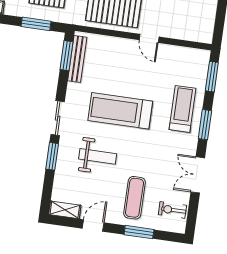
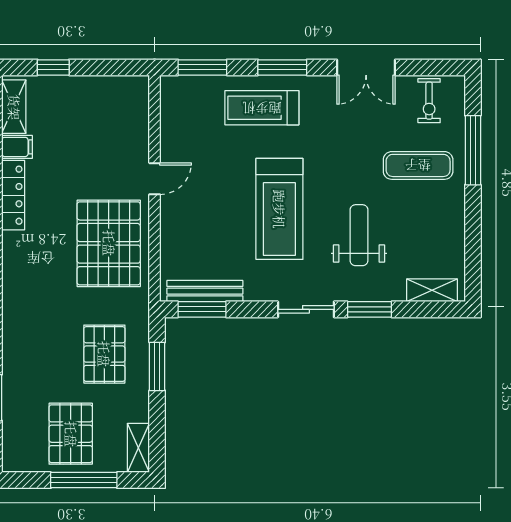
shelving: (65, 210) -> (432, 290), moved, turned 90
door: (93, 226) -> (473, 226), removed
window: (139, 232) -> (473, 150), width x1.44

